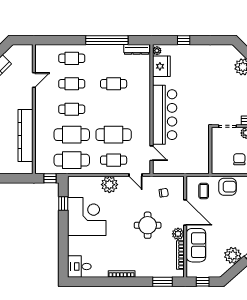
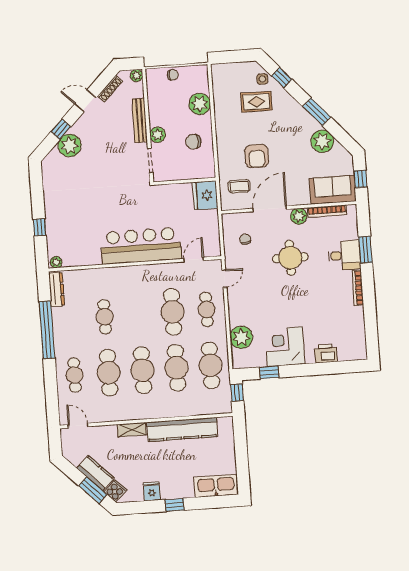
fridge: (161, 66) -> (205, 195), moved, turned -90
door: (34, 80) -> (78, 426), moved
cafe table: (72, 84) -> (109, 373), width x1.37, depth x1.35
shelving: (28, 98) -> (132, 430), added
cafe table: (72, 109) -> (143, 370), width x1.37, depth x1.35
plant: (109, 185) -> (241, 337), moved
armchair: (227, 187) -> (257, 156), moved, turned 180
corner desk: (87, 216) -> (285, 347), width x0.74, depth x0.74
sofa: (196, 245) -> (333, 190), moved
printer: (74, 247) -> (326, 354), added
desk: (79, 266) -> (344, 255), moved, turned -90
window: (162, 282) -> (365, 250), moved

